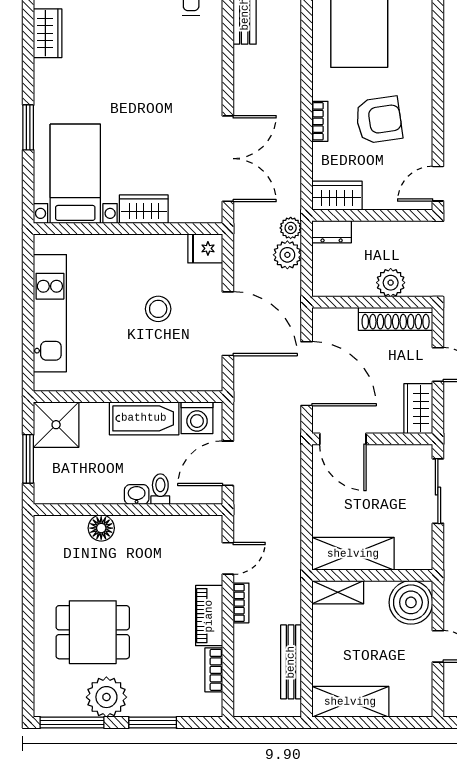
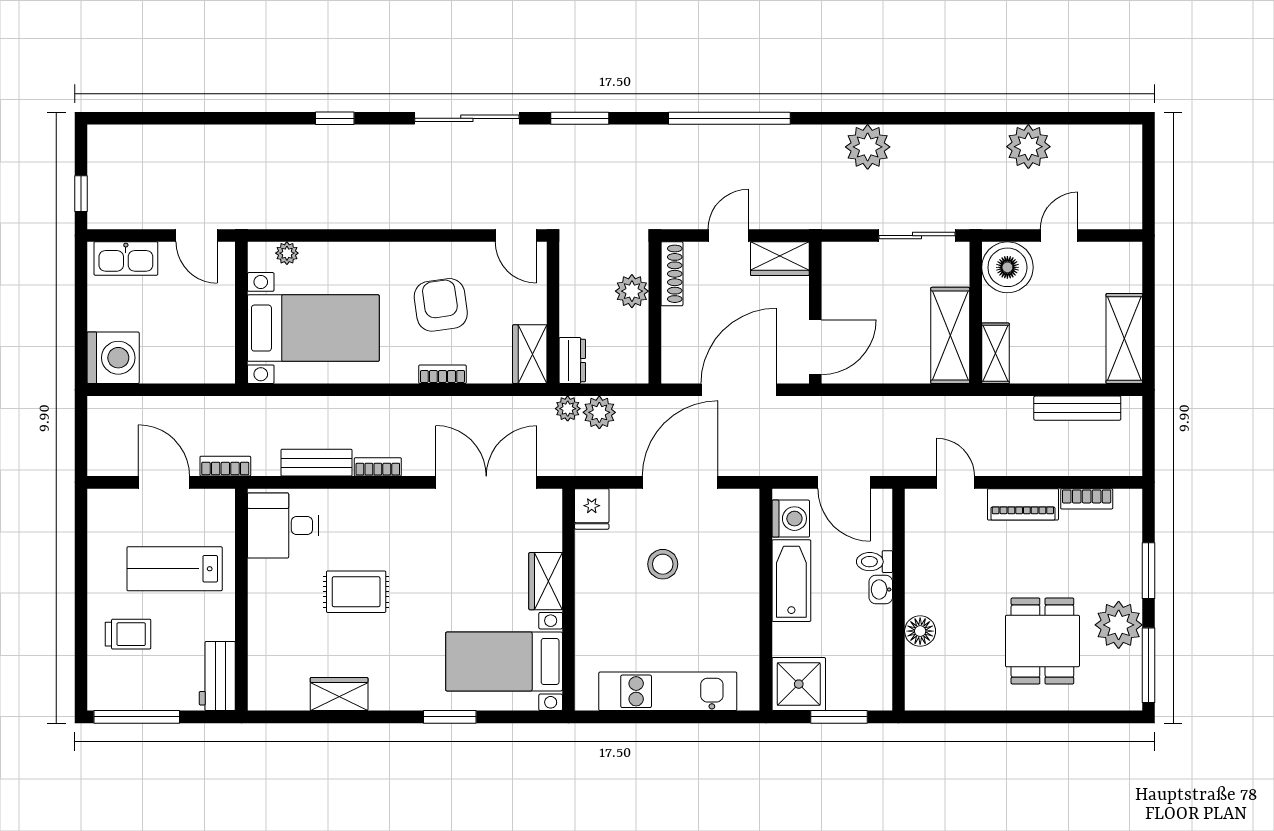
rug: (135, 48) -> (356, 592), added
shoe rack: (396, 319) -> (672, 274), width x0.74, depth x0.81
sliding door: (438, 491) -> (917, 236), moved
bookcase: (241, 603) -> (378, 467), moved

